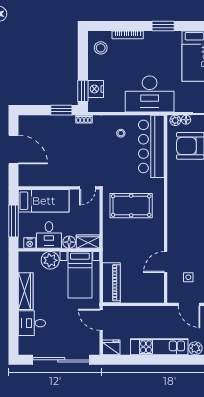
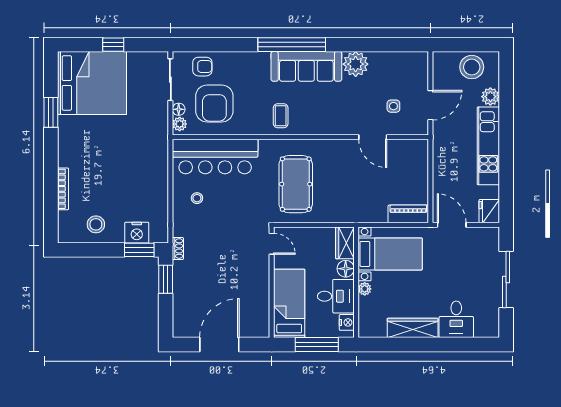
window: (163, 26) -> (51, 112), moved
stool: (101, 48) -> (96, 224), moved
desk: (150, 94) -> (144, 159), removed
coffee table: (181, 195) -> (281, 116), added
plant: (50, 260) -> (365, 289), width x0.53, depth x0.53
piano: (111, 283) -> (408, 214), width x0.73, depth x0.75
door: (101, 320) -> (452, 225), swing flipped
sliding door: (61, 360) -> (506, 280), width x0.73

